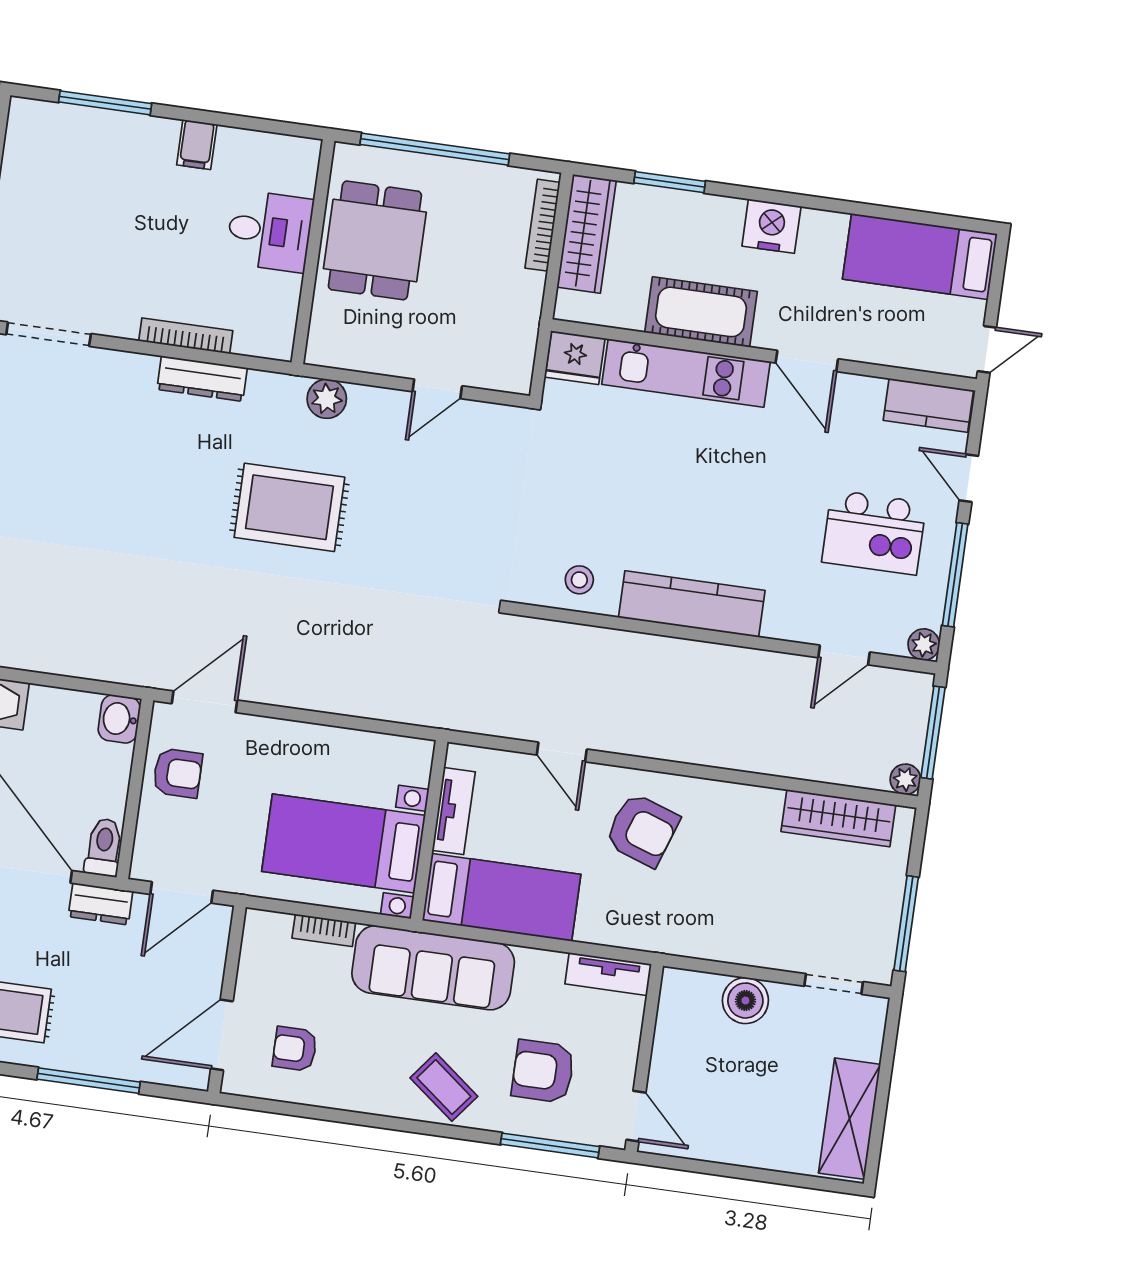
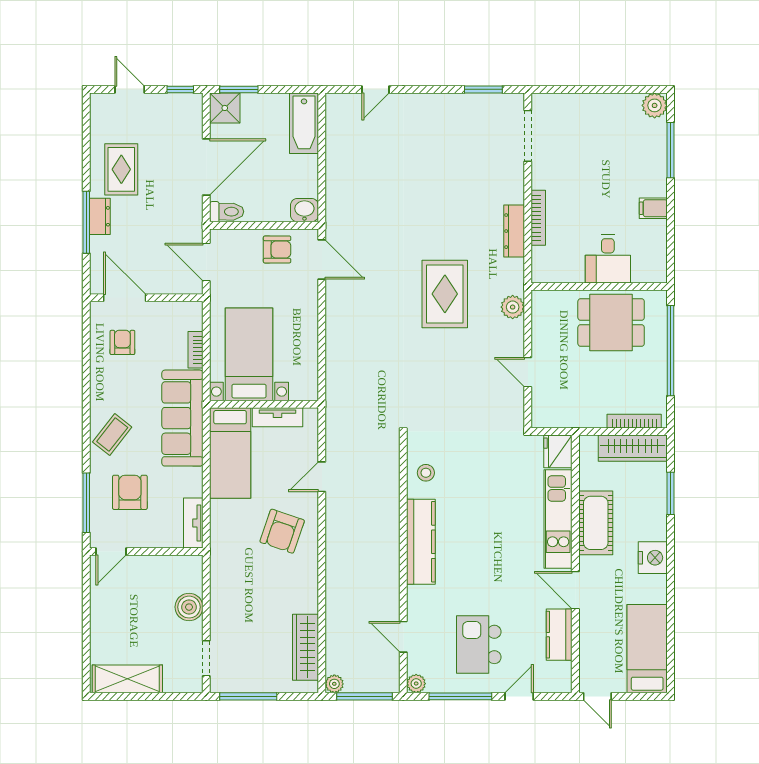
plant: (28, 119) -> (655, 105), added
door: (807, 361) -> (575, 590), hinge flipped
kitchen counter: (928, 405) -> (559, 635), moved
armchair: (178, 773) -> (277, 249), turned -90
dresser: (100, 904) -> (100, 216), moved, turned 180

